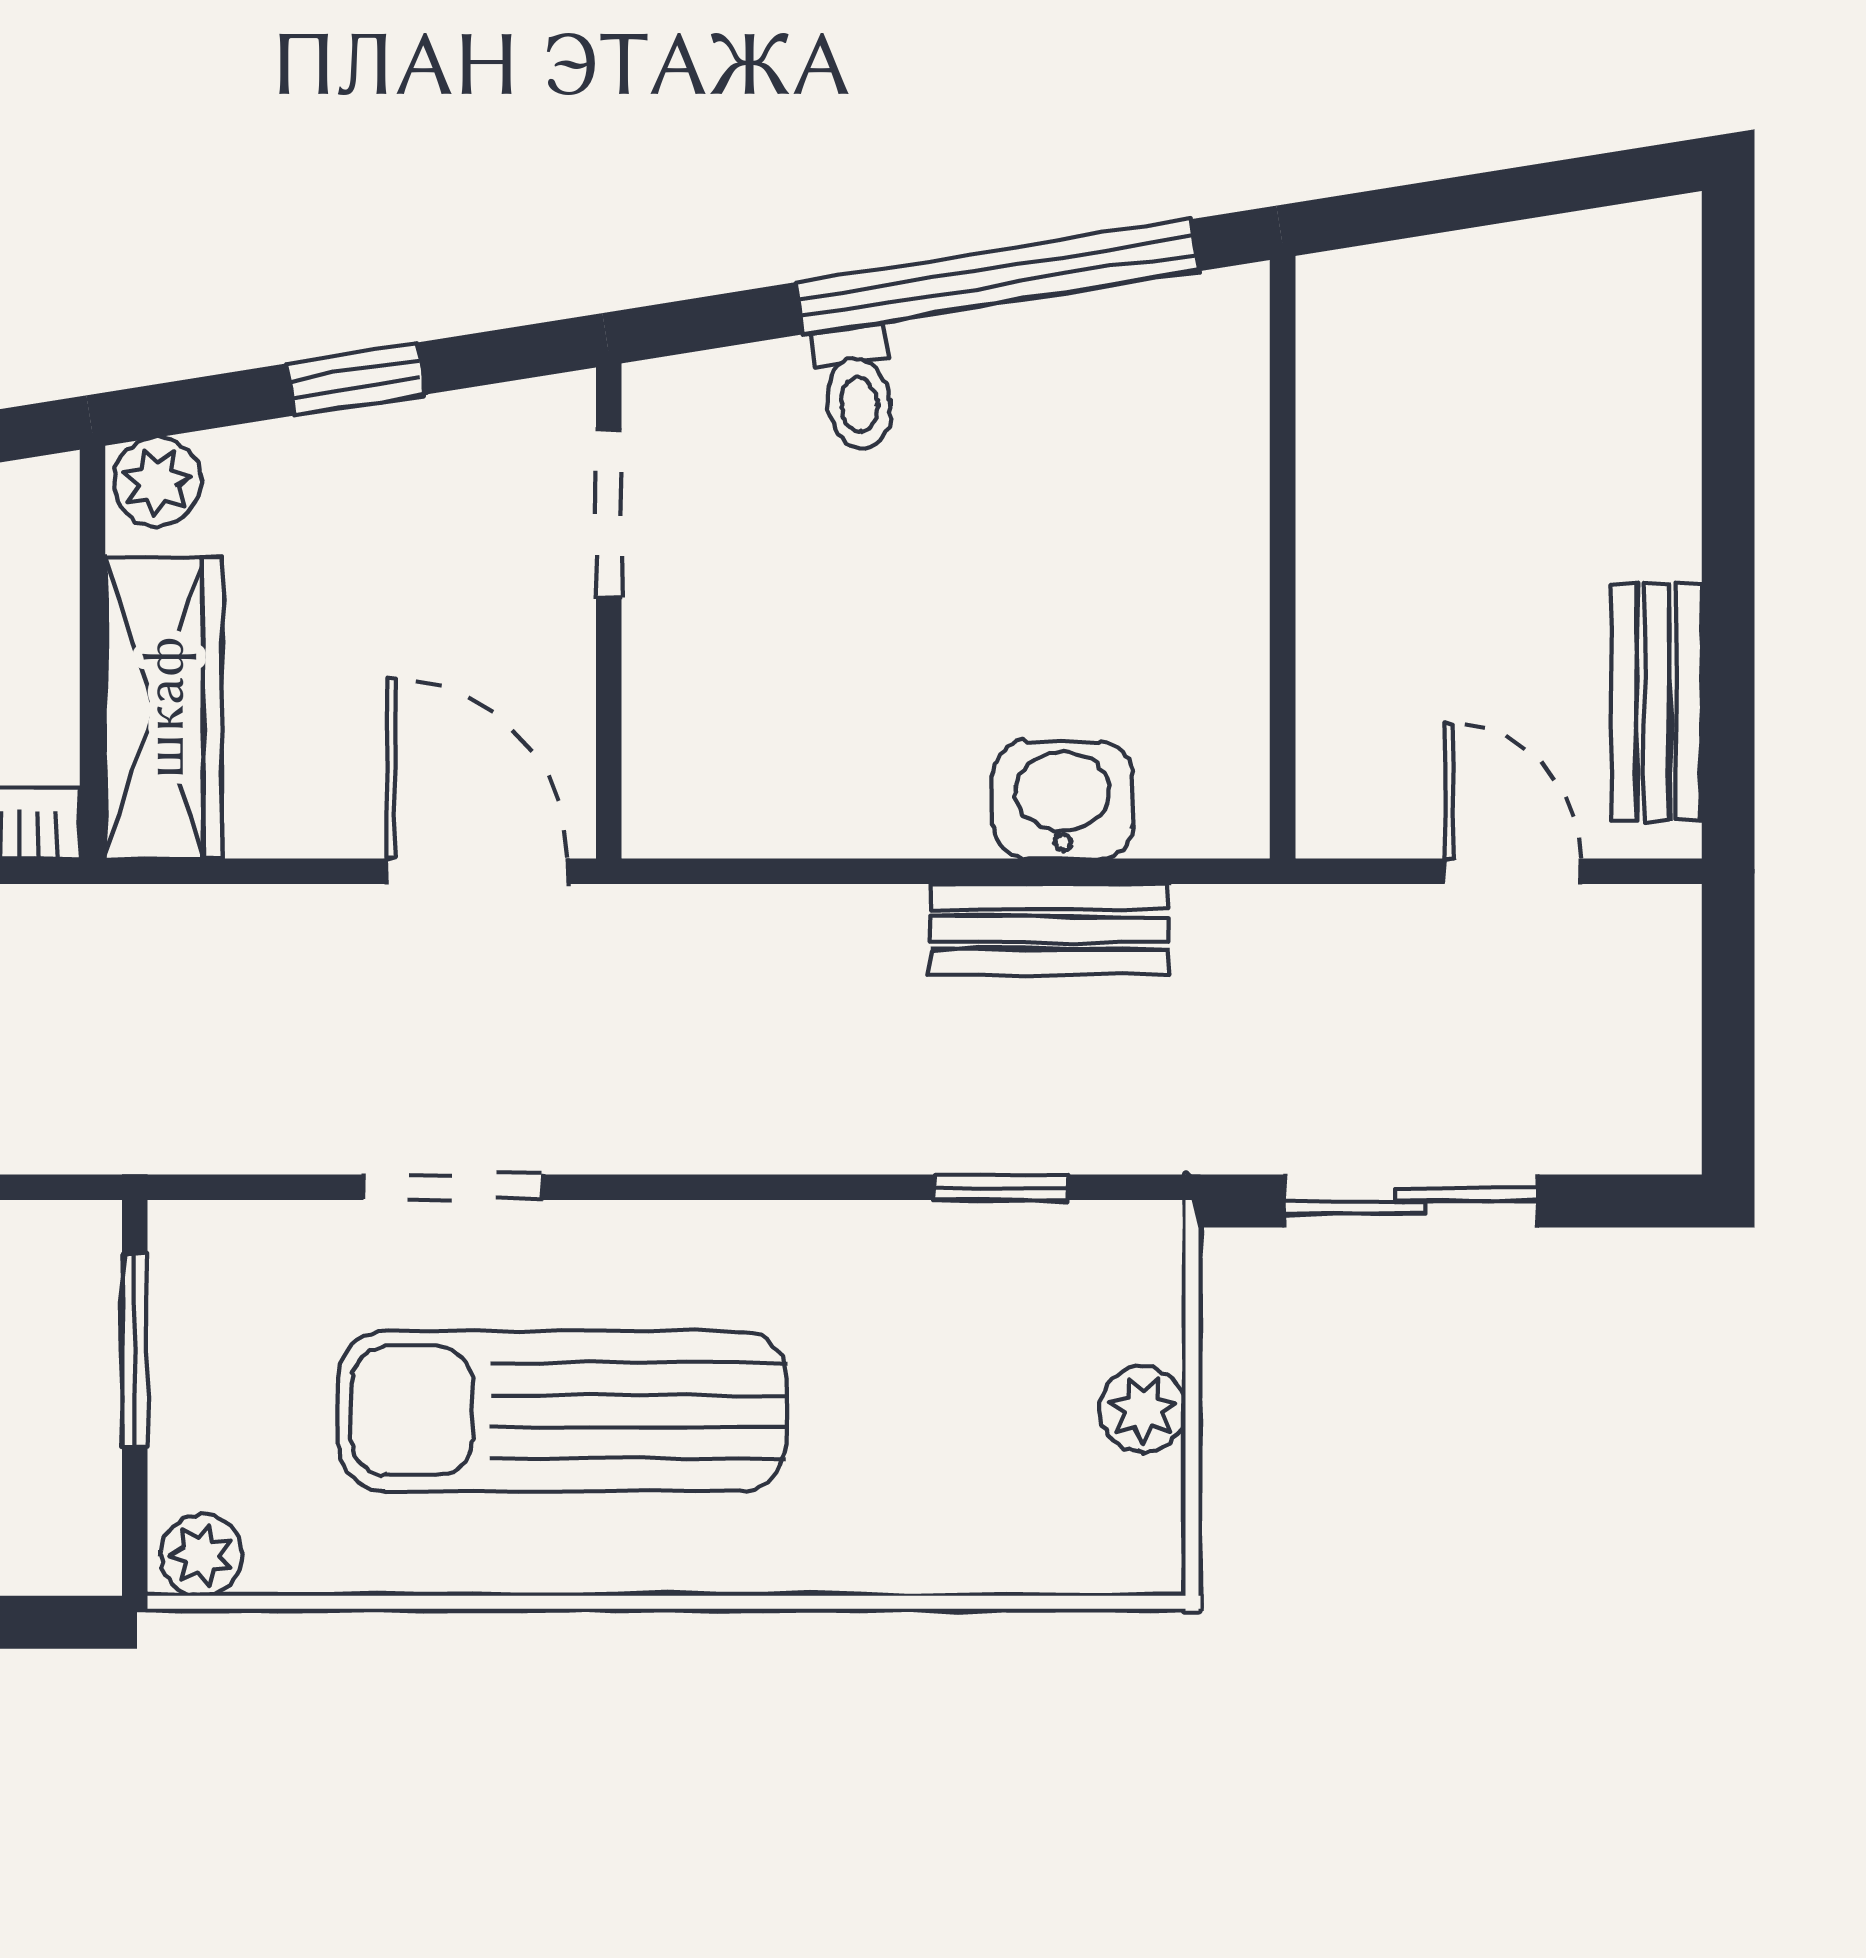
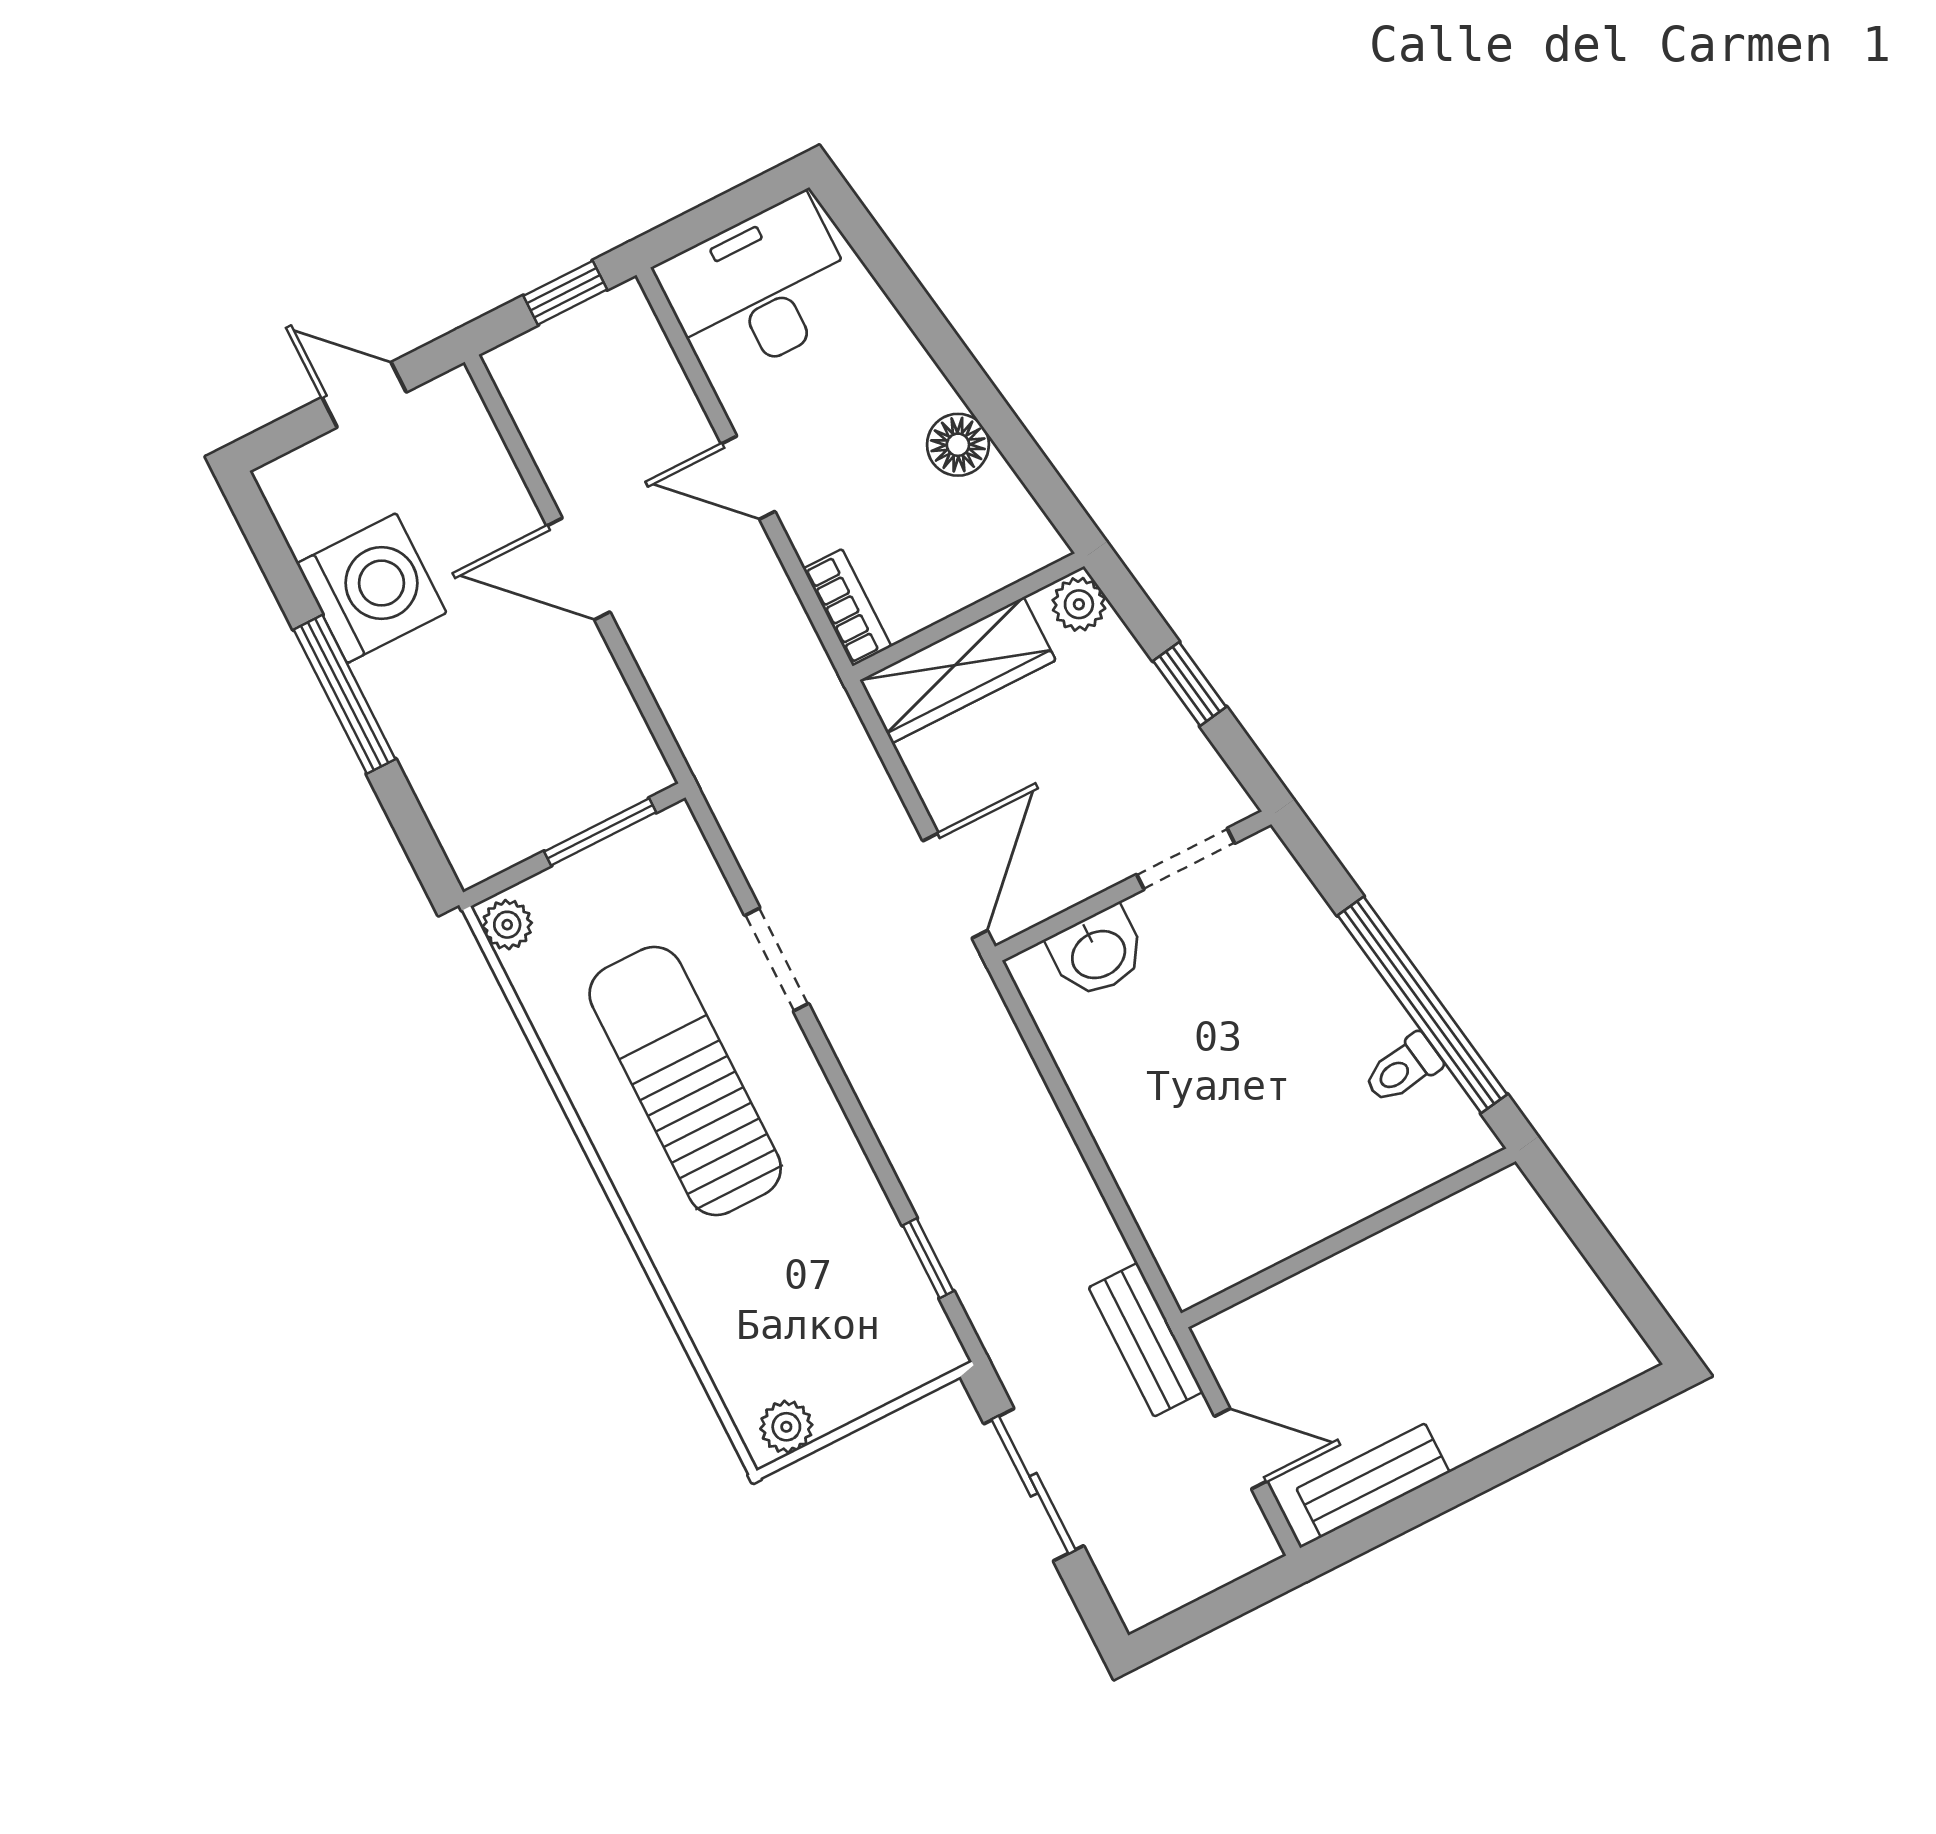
toilet: (857, 388) -> (1403, 1069), moved
washbasin: (1063, 800) -> (1098, 953), moved, turned 90
door: (1512, 871) -> (1241, 1449), hinge flipped
bench: (1050, 929) -> (1146, 1340), moved
plant: (1143, 1410) -> (786, 1427), moved

